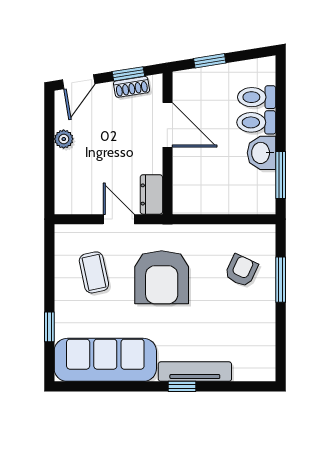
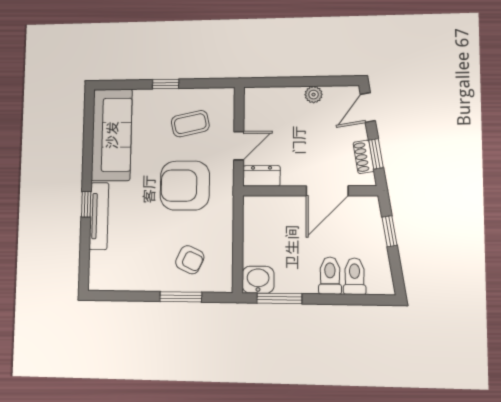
door: (79, 82) -> (368, 107), hinge flipped
washbasin: (261, 153) -> (258, 280), moved
window: (49, 327) -> (166, 84), moved

